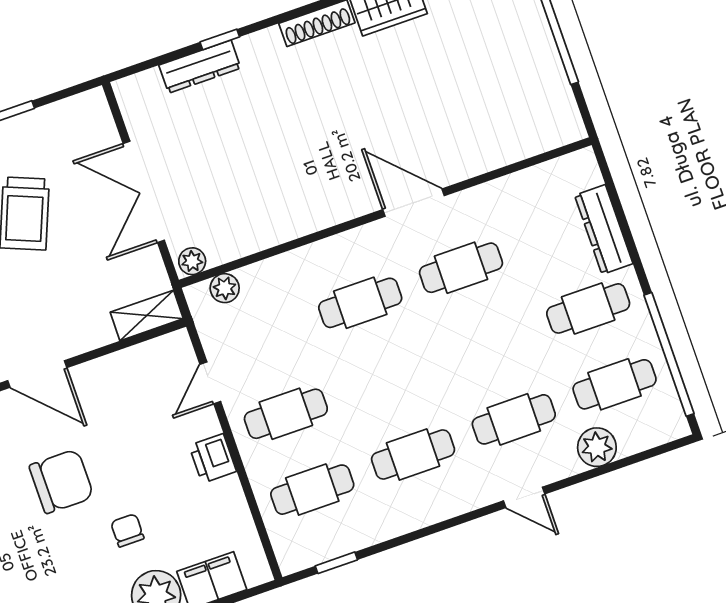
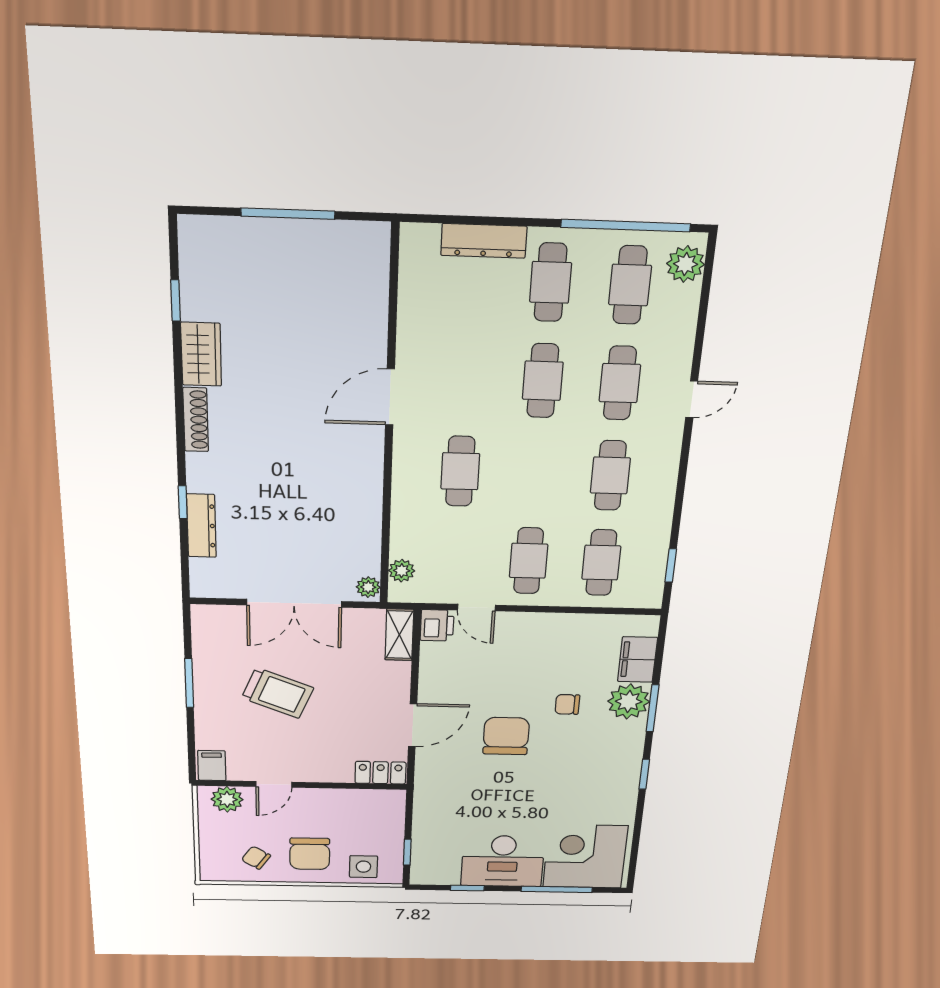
cafe table: (461, 268) -> (543, 381), moved
plant: (597, 447) -> (686, 264), moved
printer: (213, 458) -> (437, 625), moved, turned -90

